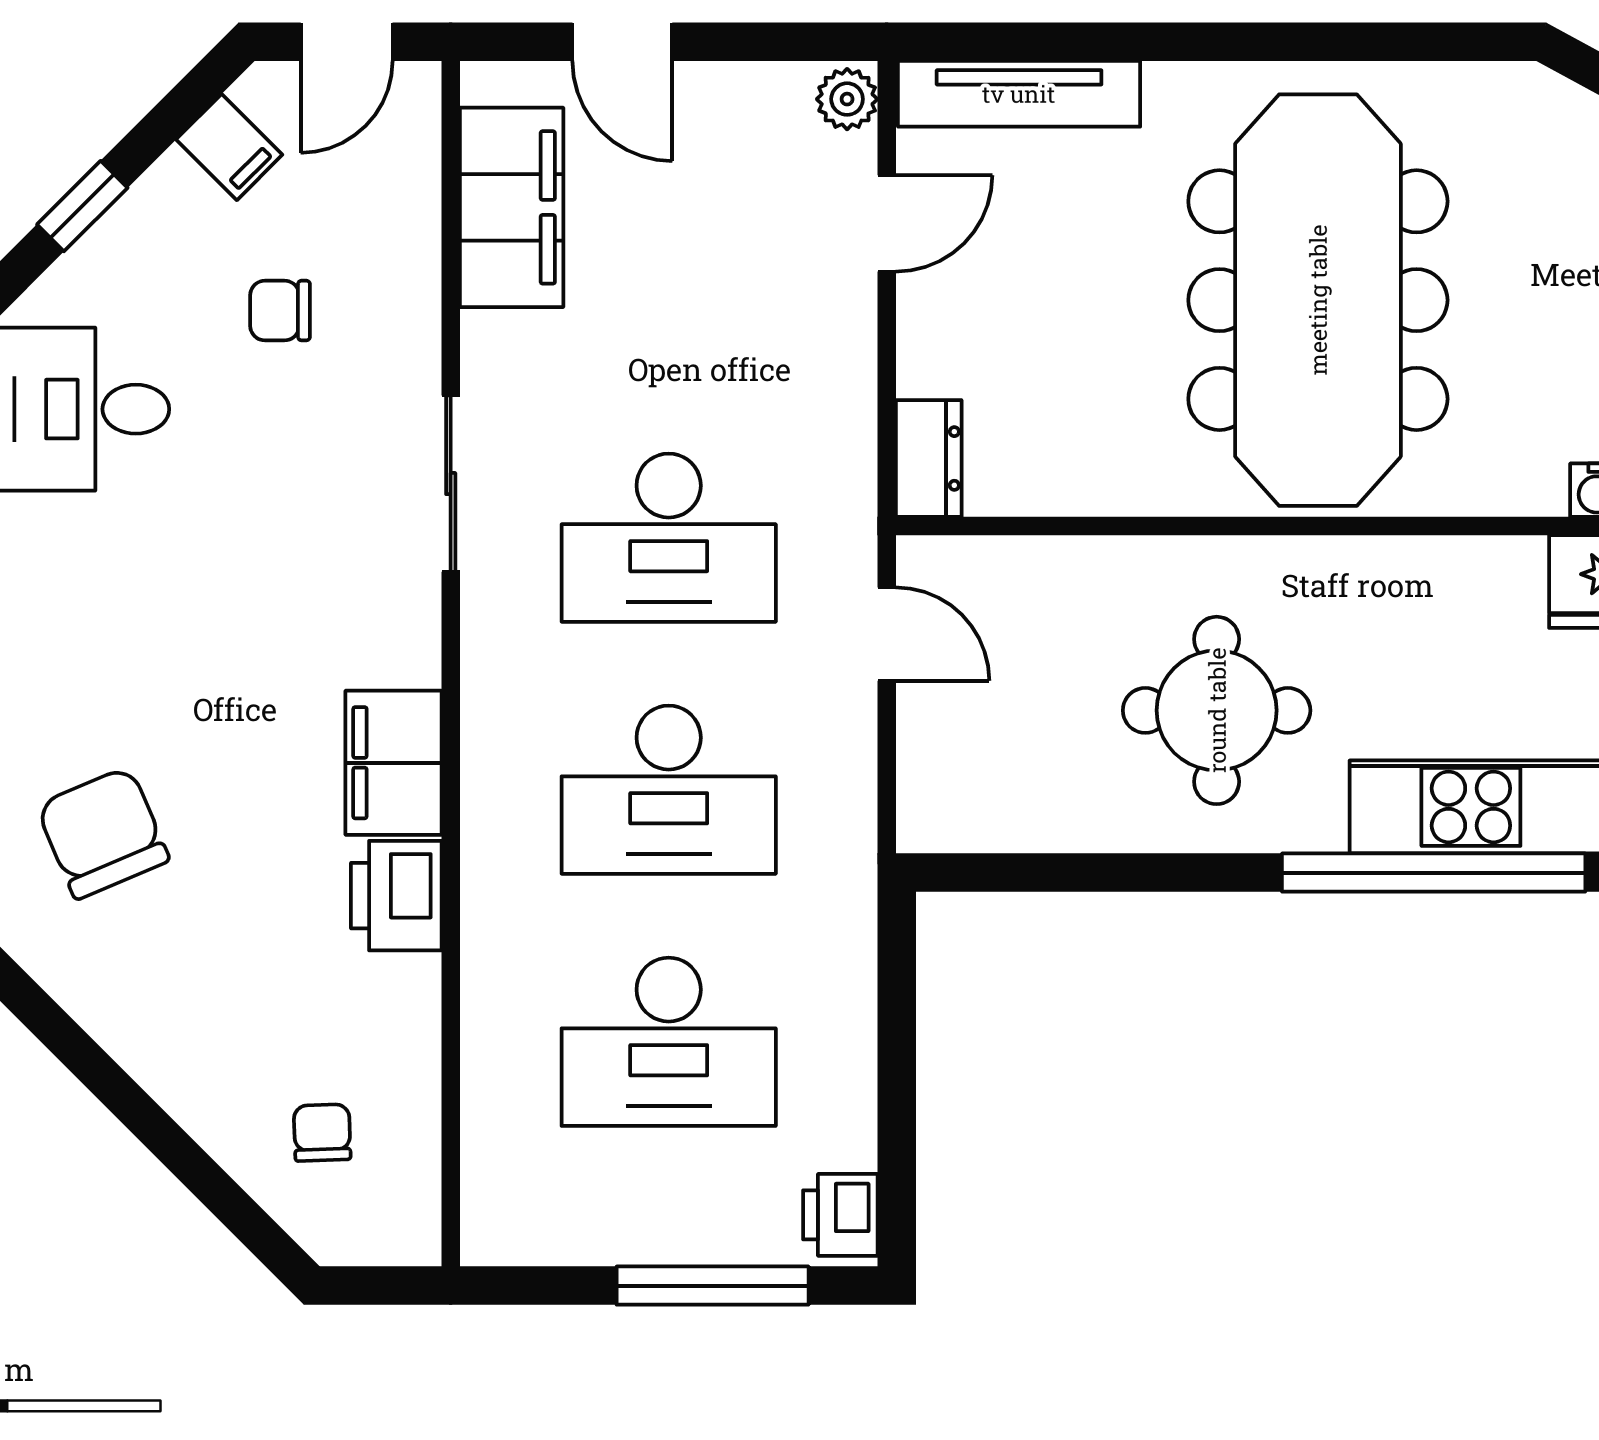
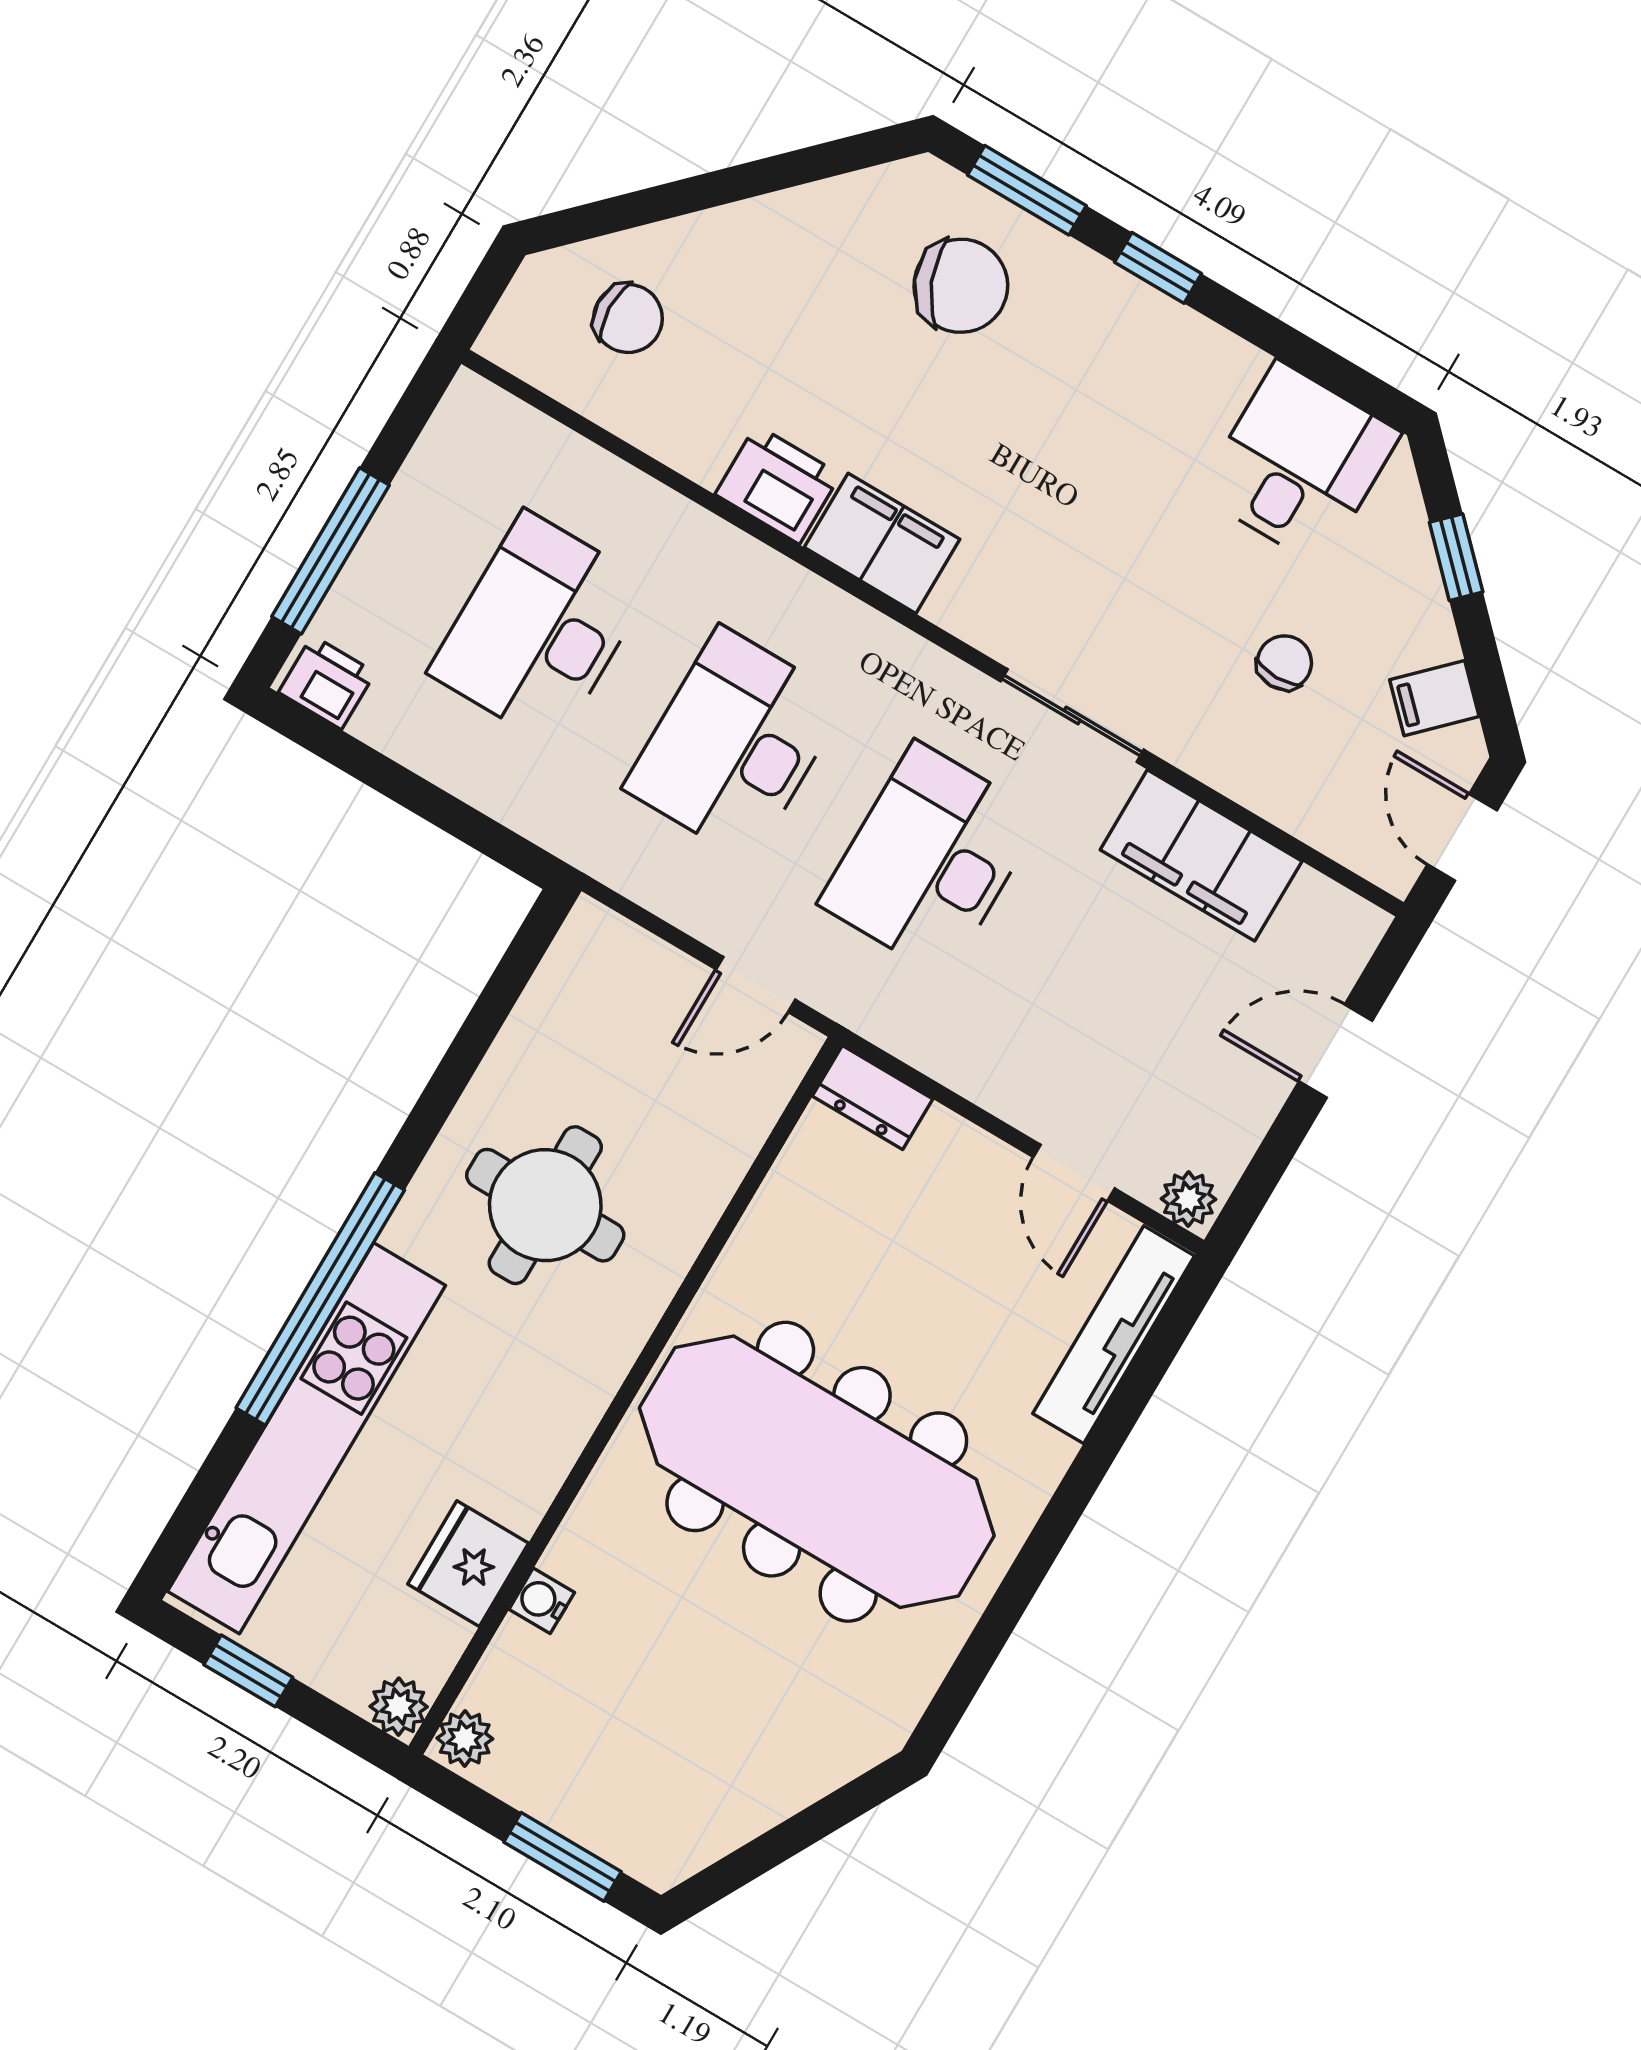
filing cabinet: (512, 207) -> (1201, 855), moved
chair: (322, 1133) -> (628, 318), width x1.37, depth x1.37

